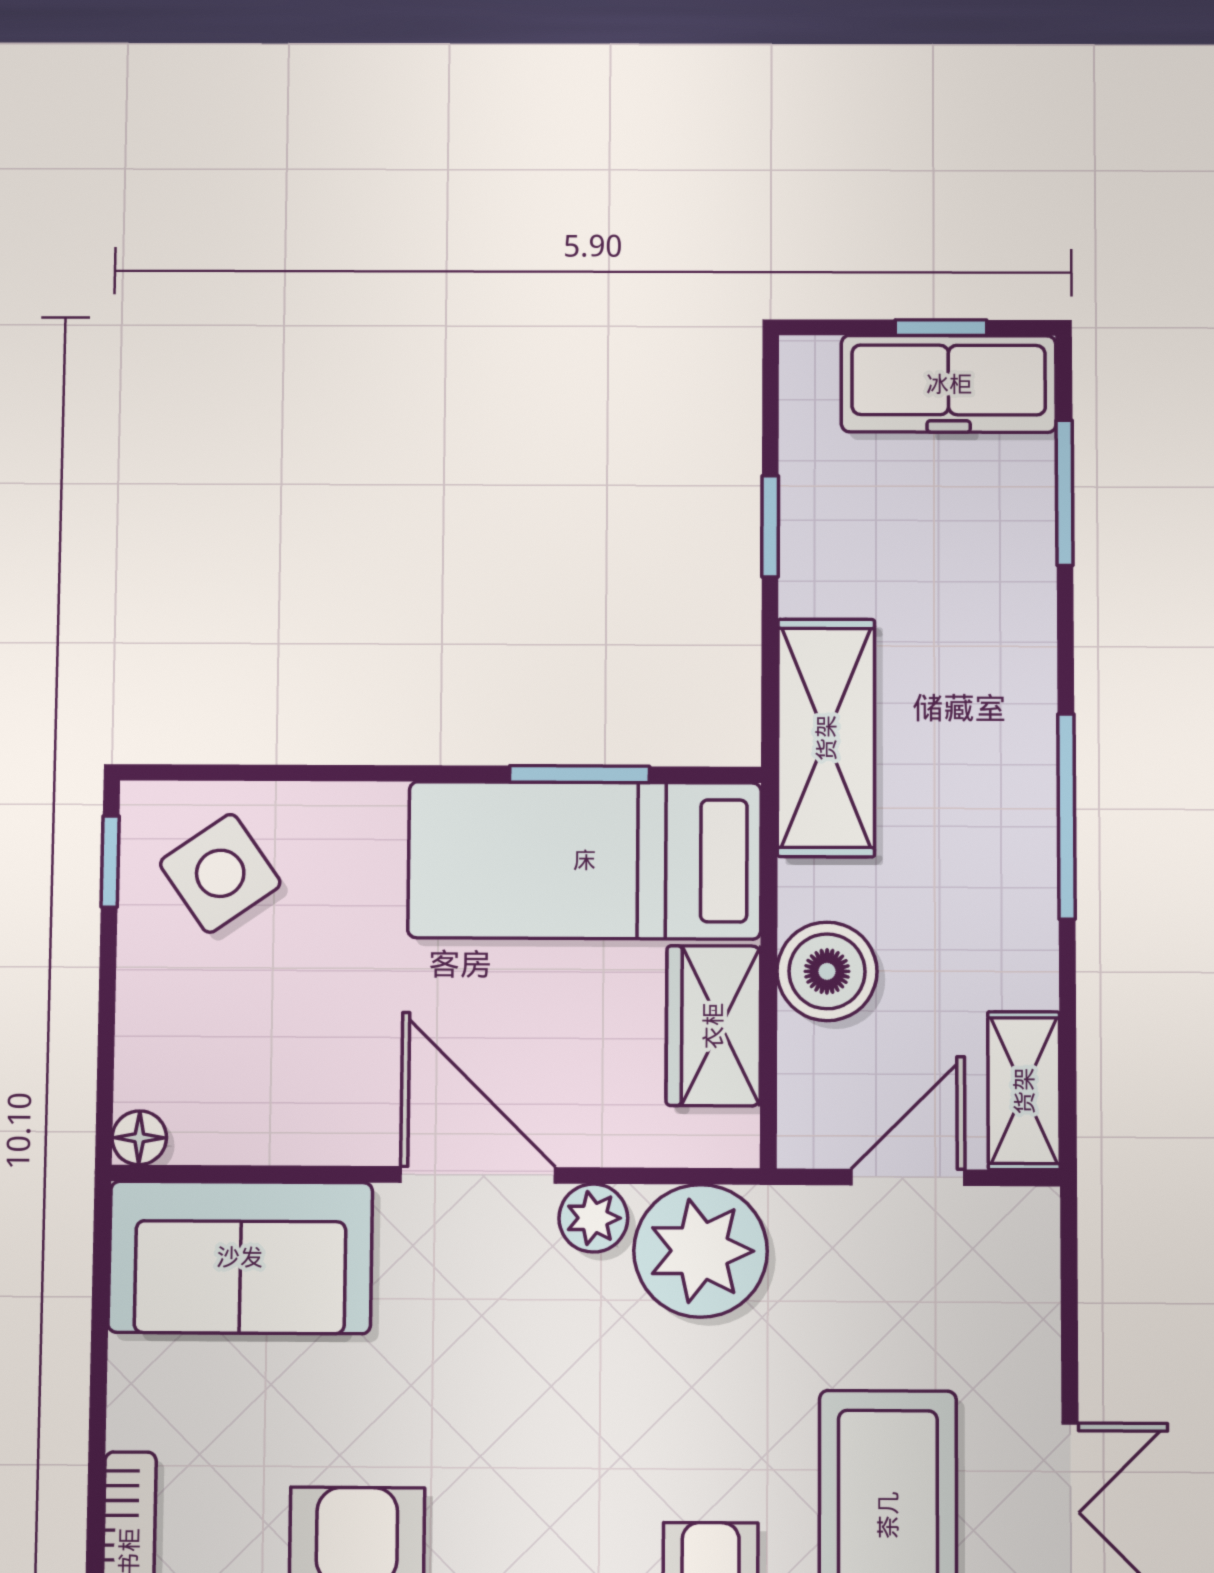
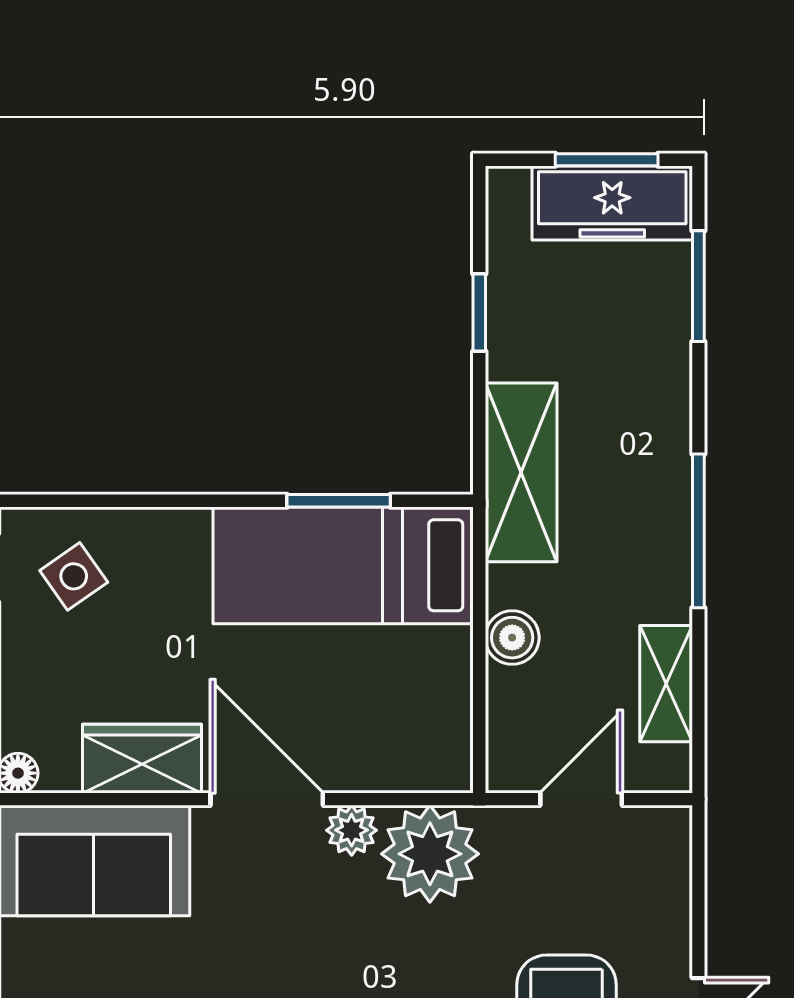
window: (941, 328) -> (607, 160), width x1.50
side table: (220, 873) -> (74, 576), width x0.73, depth x0.73
boiler: (827, 971) -> (512, 638), width x0.73, depth x0.73
wardrobe: (713, 1026) -> (142, 759), moved, turned 90
shelving: (1024, 1091) -> (666, 684), moved

